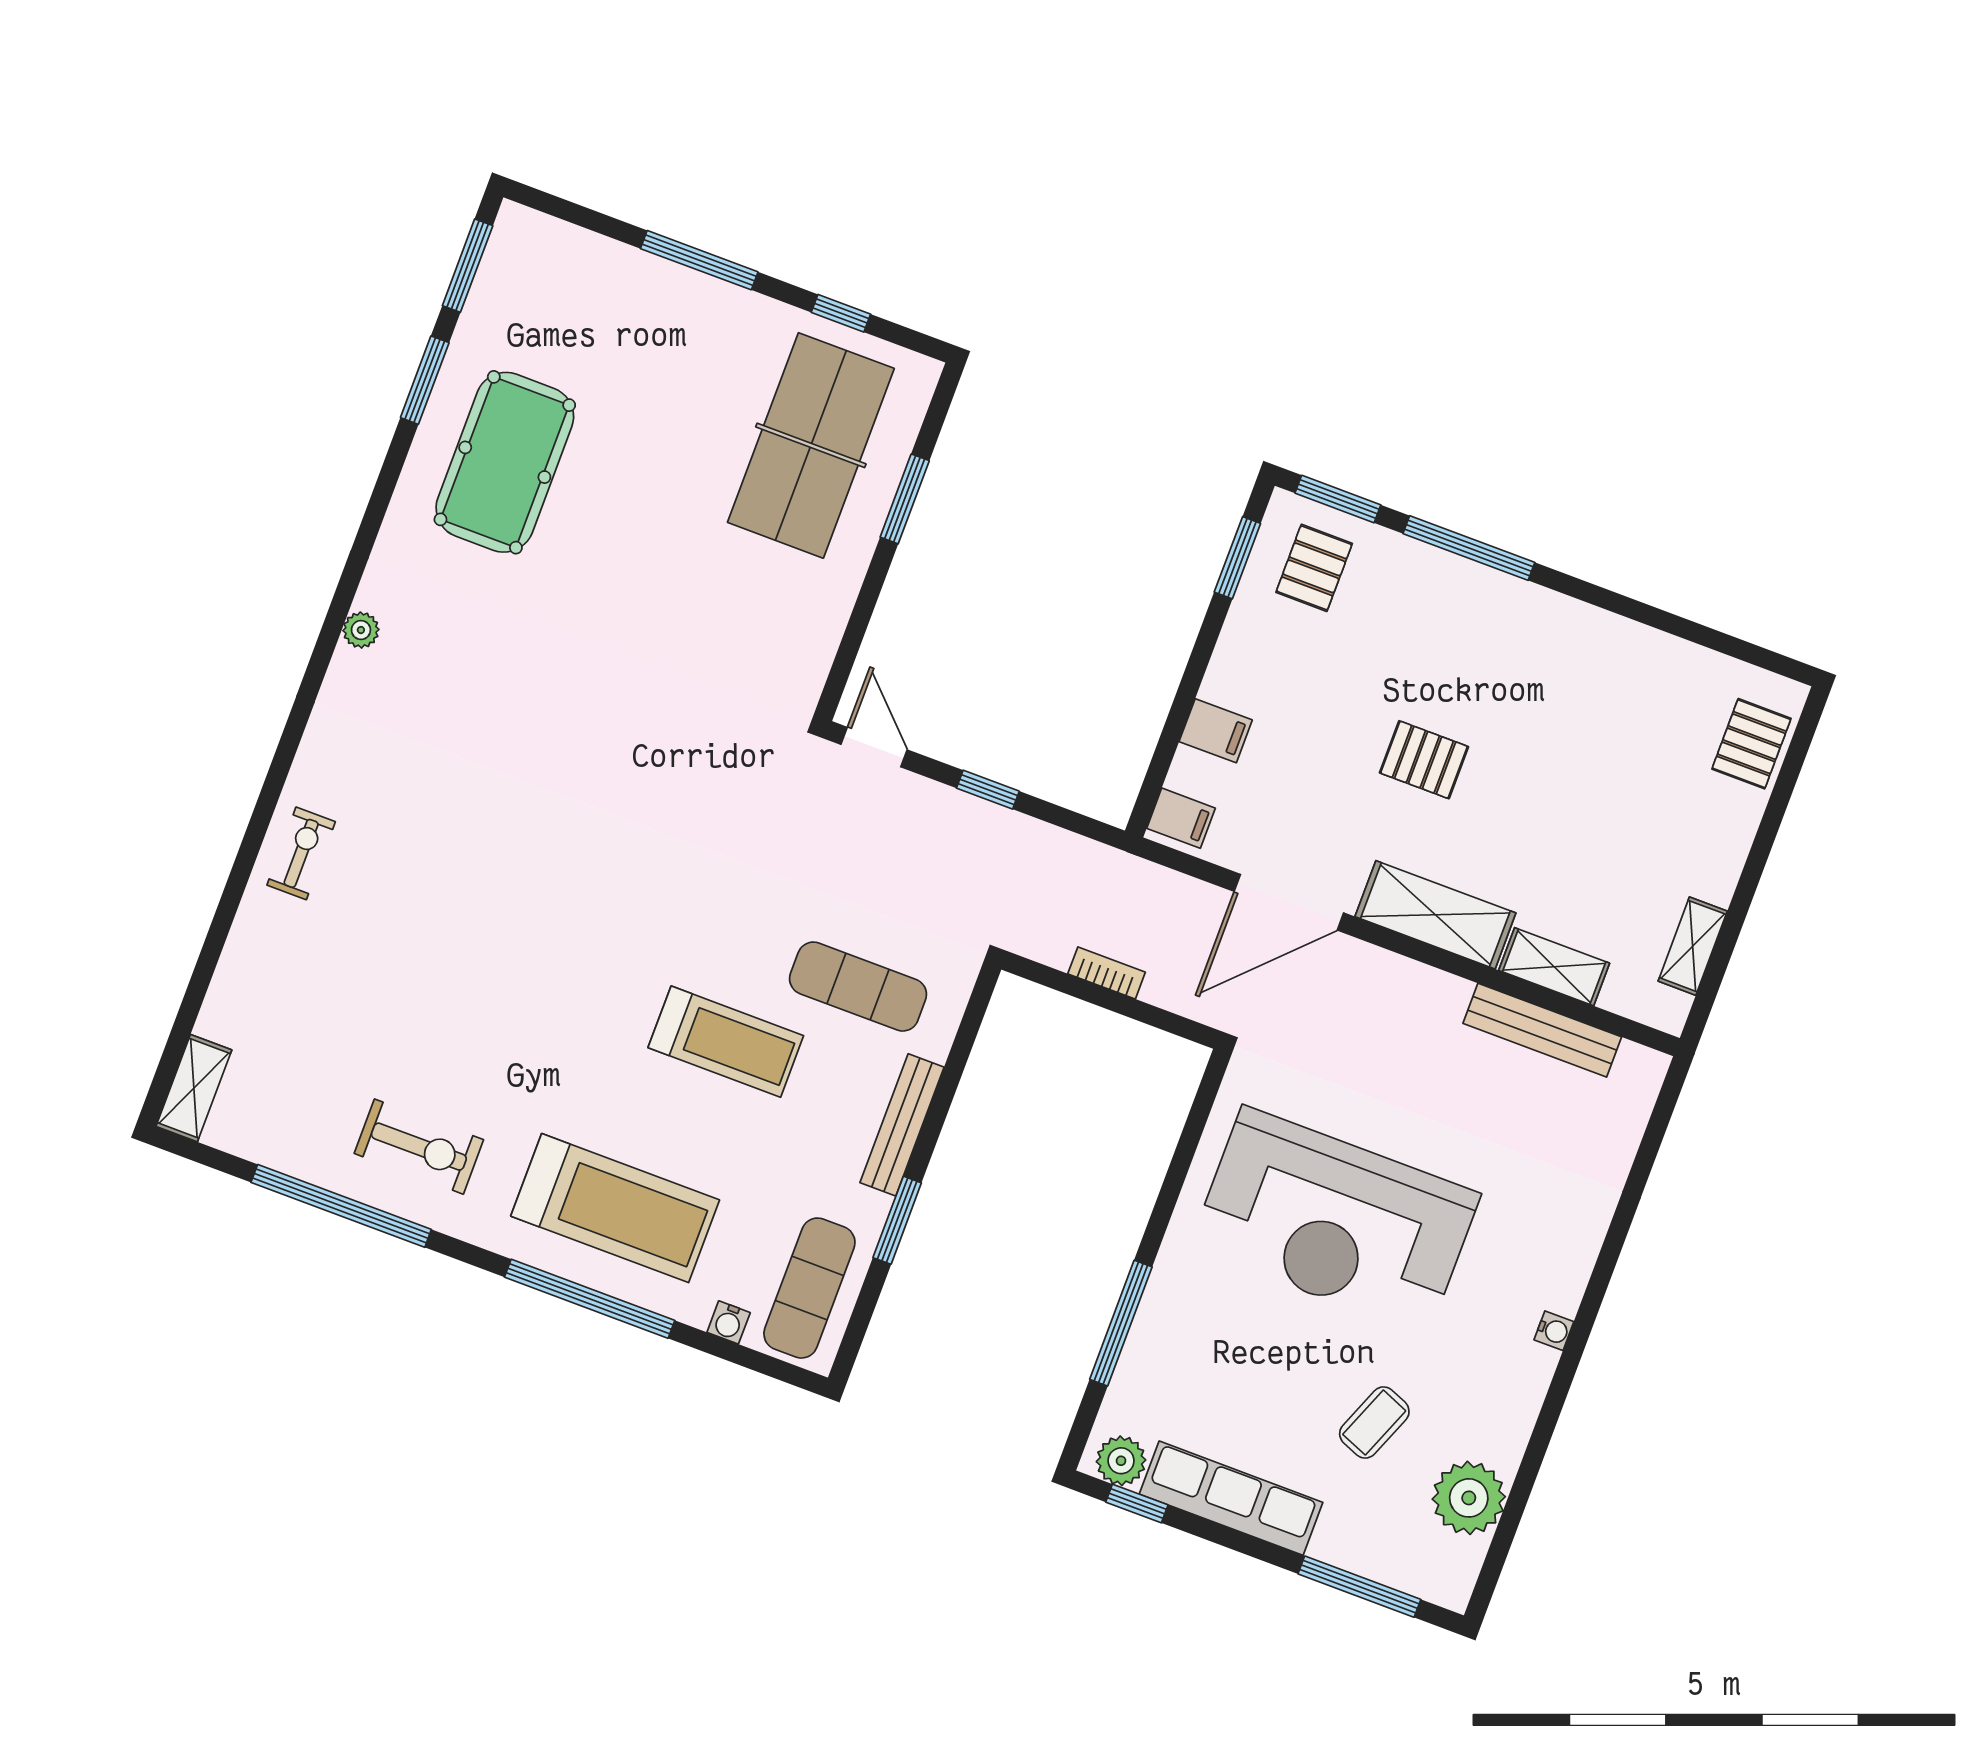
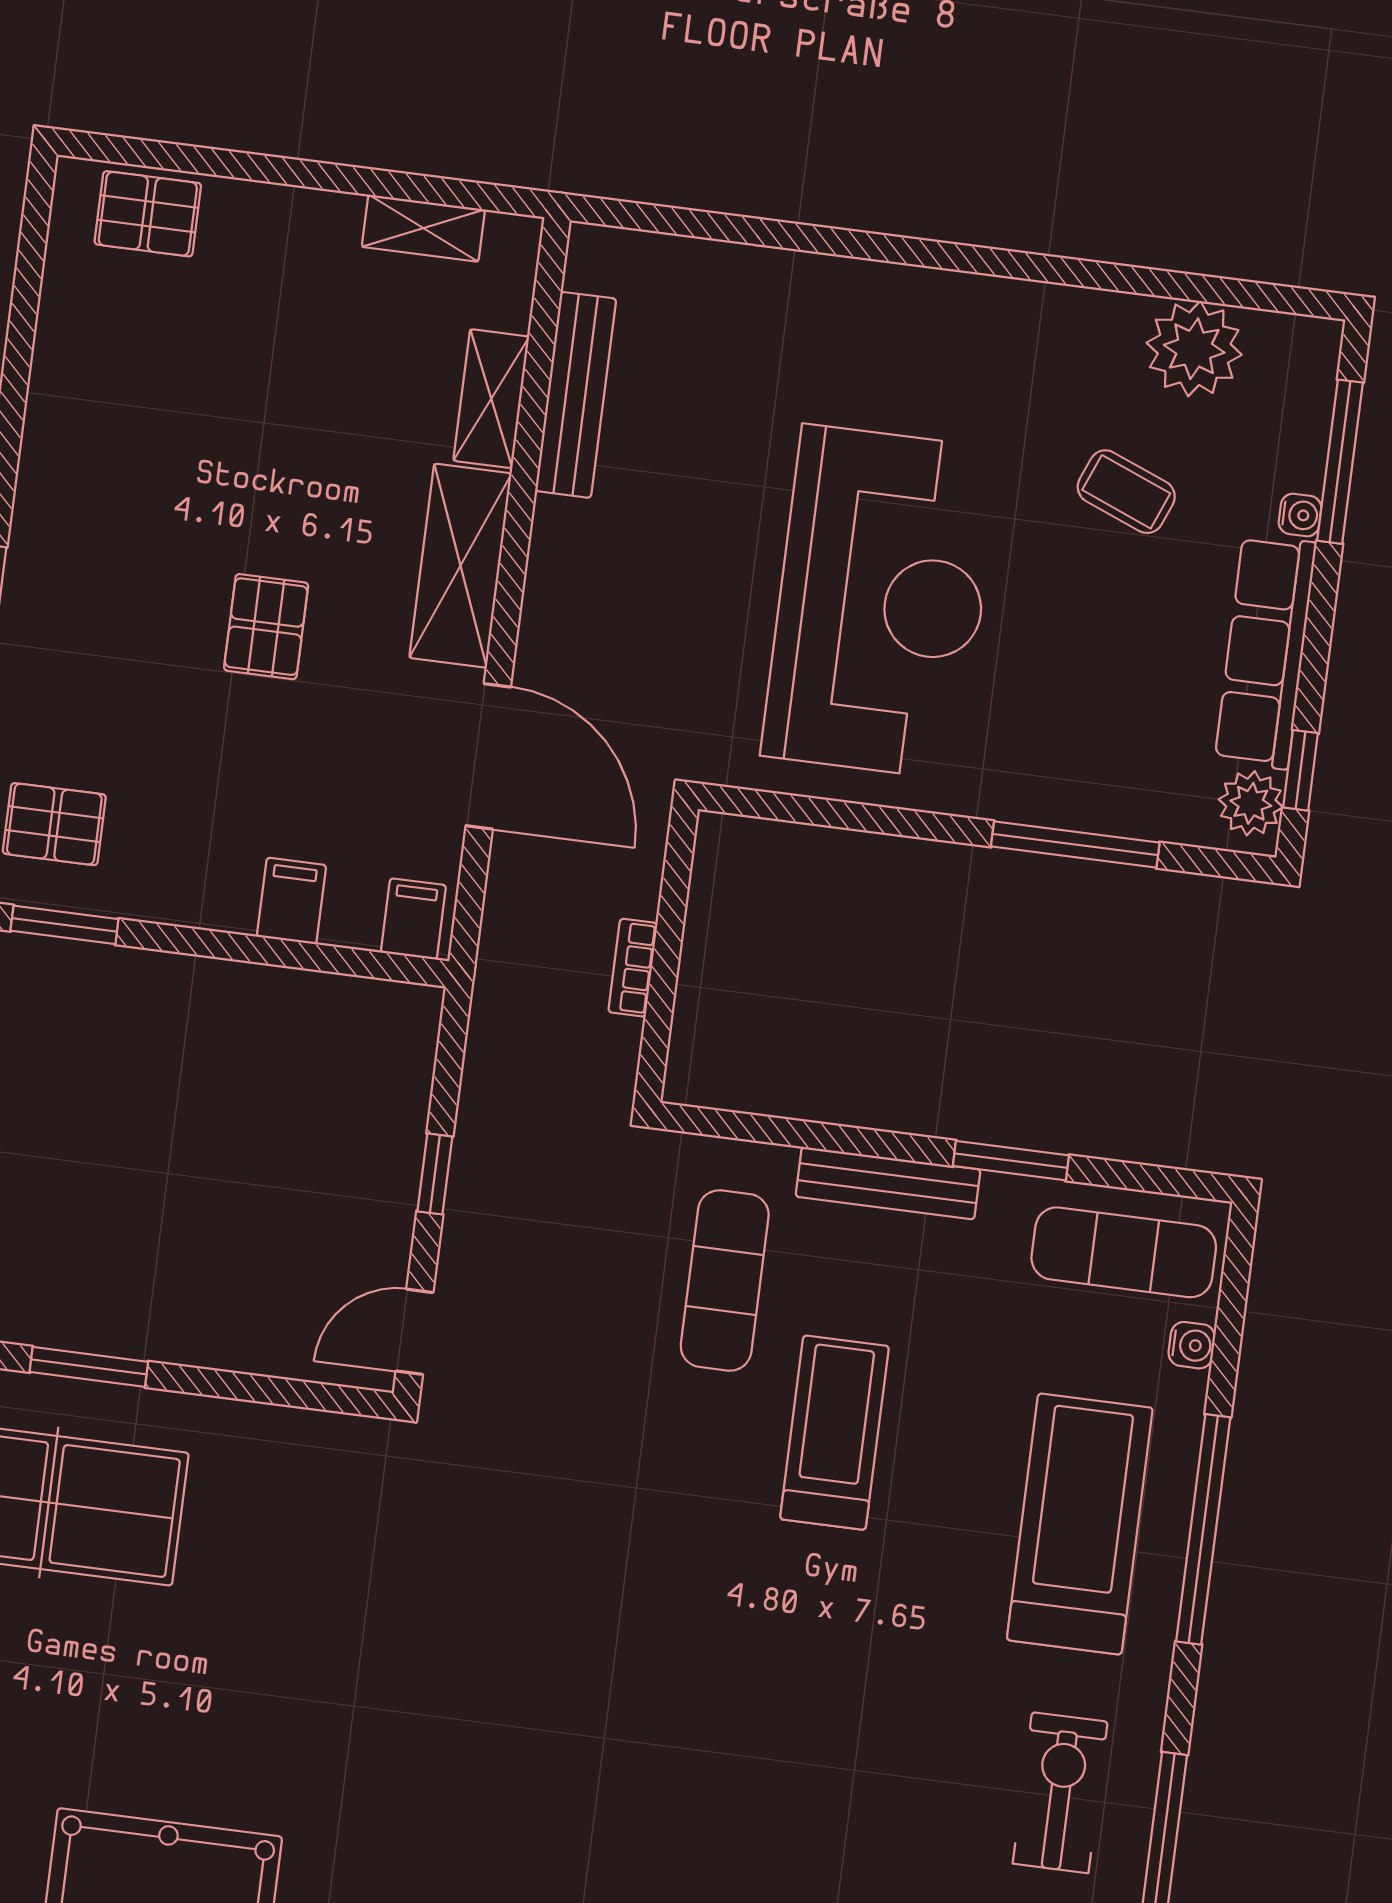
water cooler: (1554, 1331) -> (1300, 515), moved, turned 90

